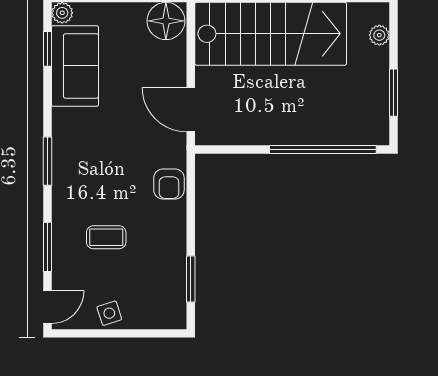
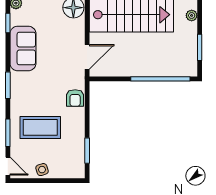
sofa: (75, 66) -> (23, 48), moved
door: (191, 110) -> (87, 57), swing flipped
coffee table: (106, 237) -> (40, 127), width x1.86, depth x1.72
door: (48, 307) -> (8, 166), hinge flipped

